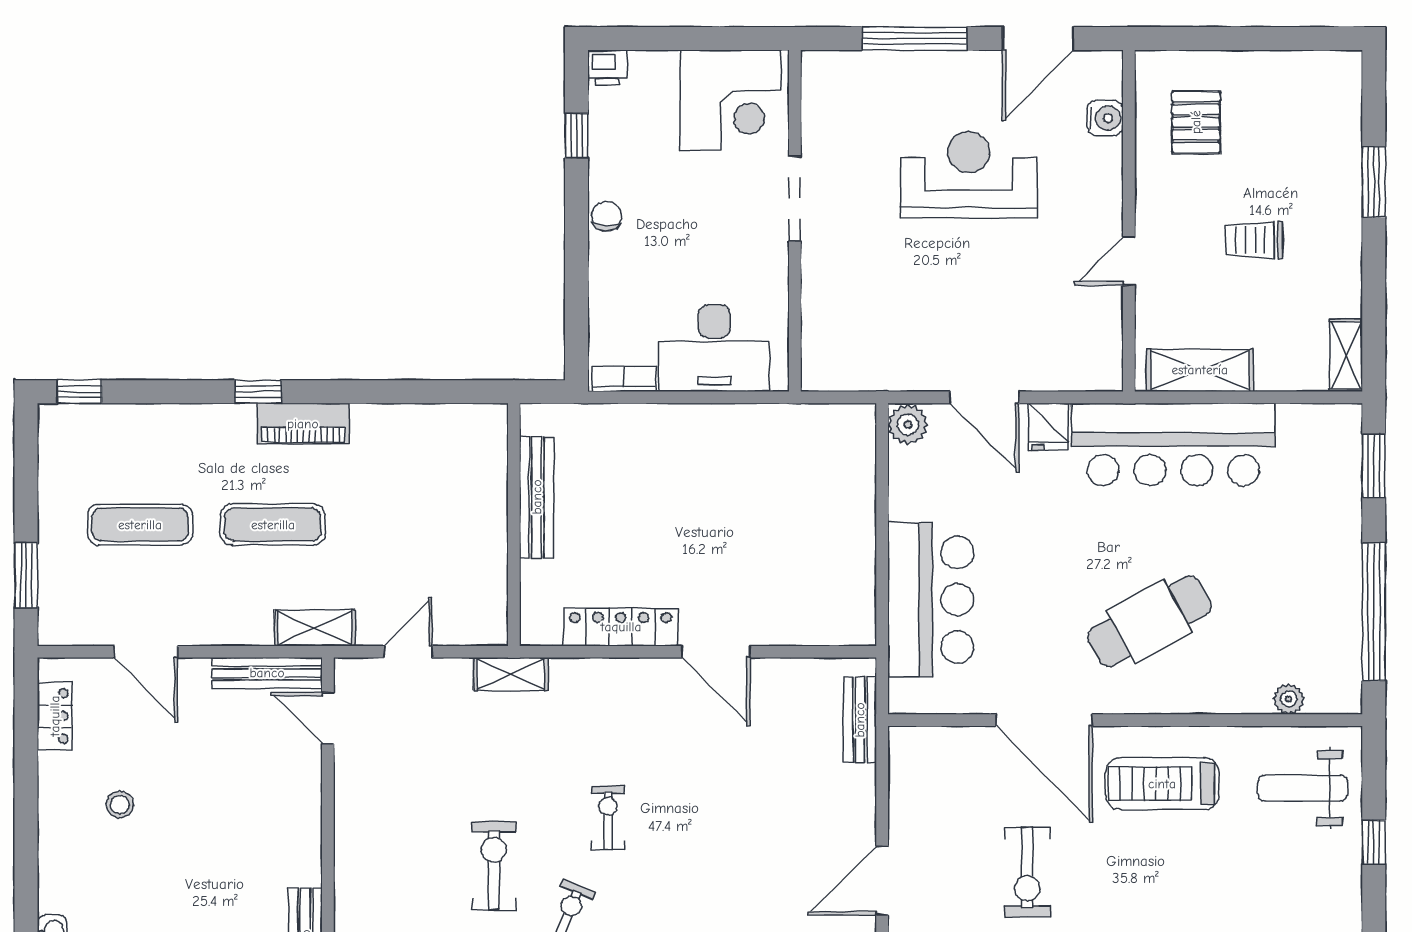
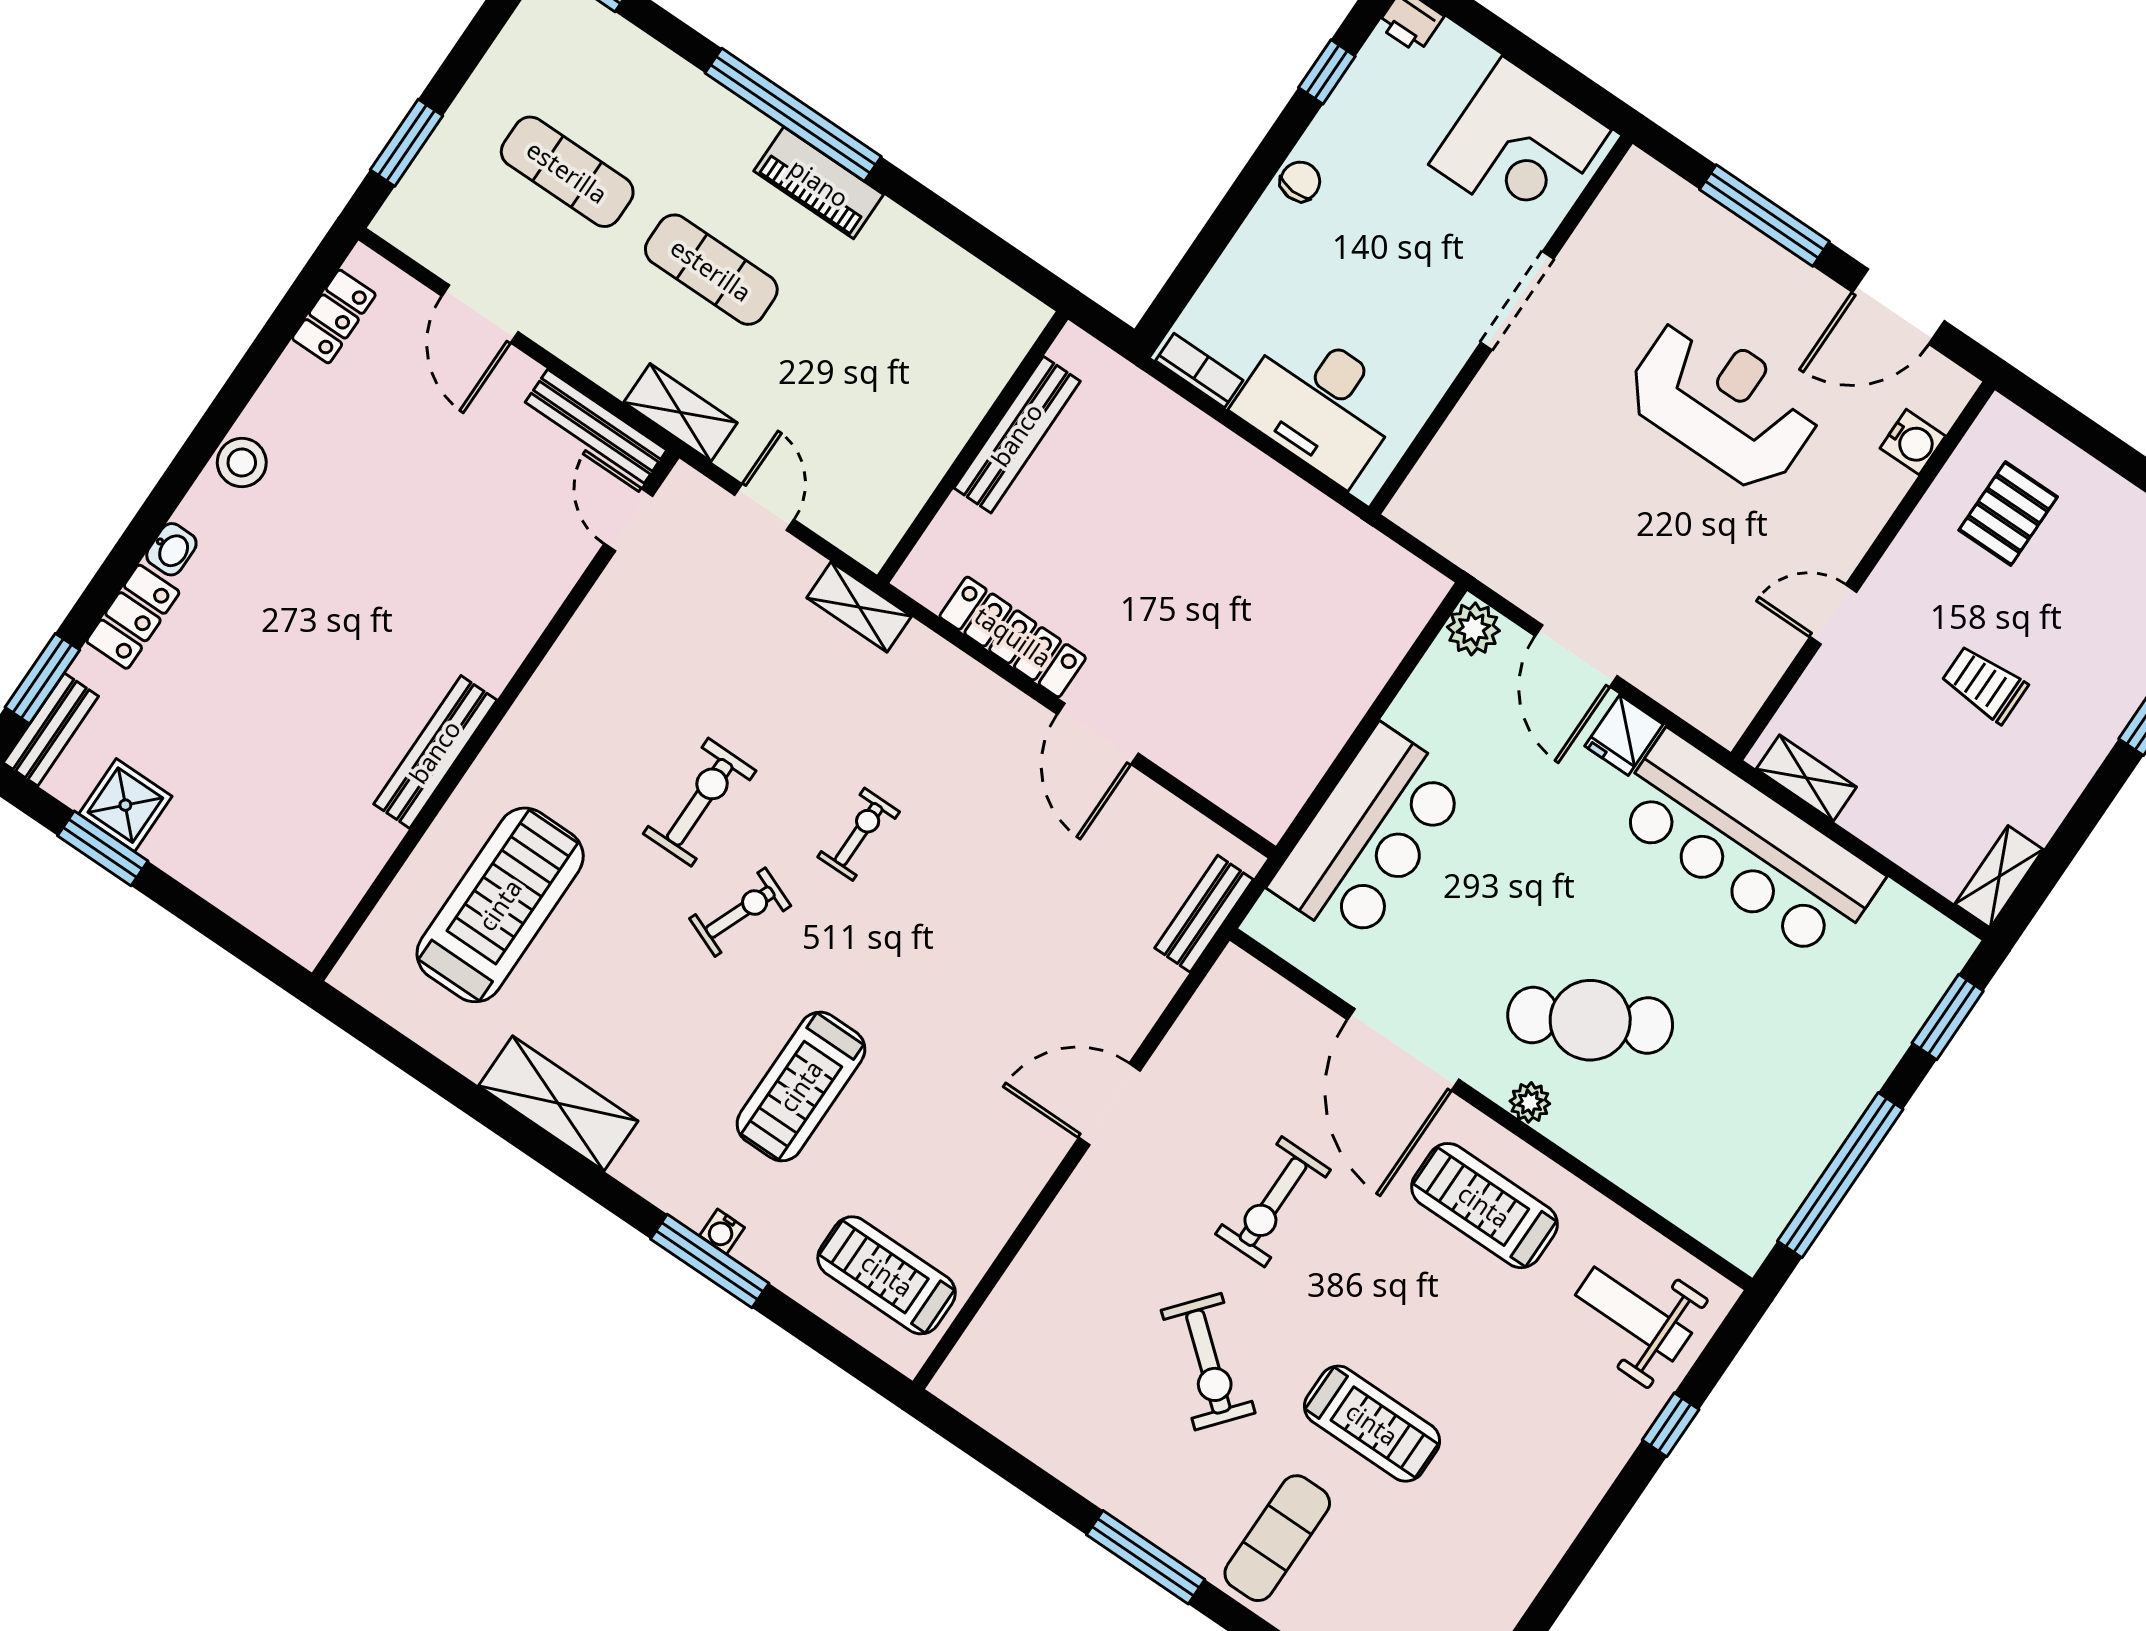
shelving: (1200, 370) -> (1806, 778), width x0.67, depth x0.75
window: (258, 392) -> (793, 115), width x3.17
door: (408, 652) -> (764, 507), hinge flipped
plant: (1289, 699) -> (1530, 1102), moved
stool: (120, 805) -> (242, 462), moved, width x1.37, depth x1.37

